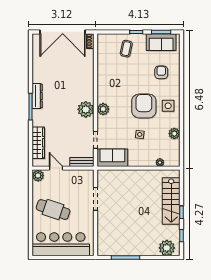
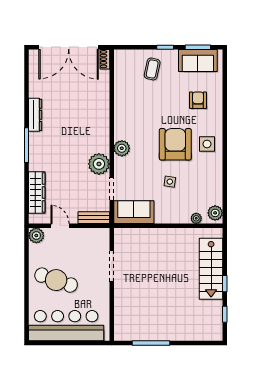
dresser: (37, 96) -> (35, 115), moved
plant: (86, 109) -> (99, 164), moved
plant: (174, 134) -> (215, 213), moved
plant: (167, 248) -> (205, 330), removed

